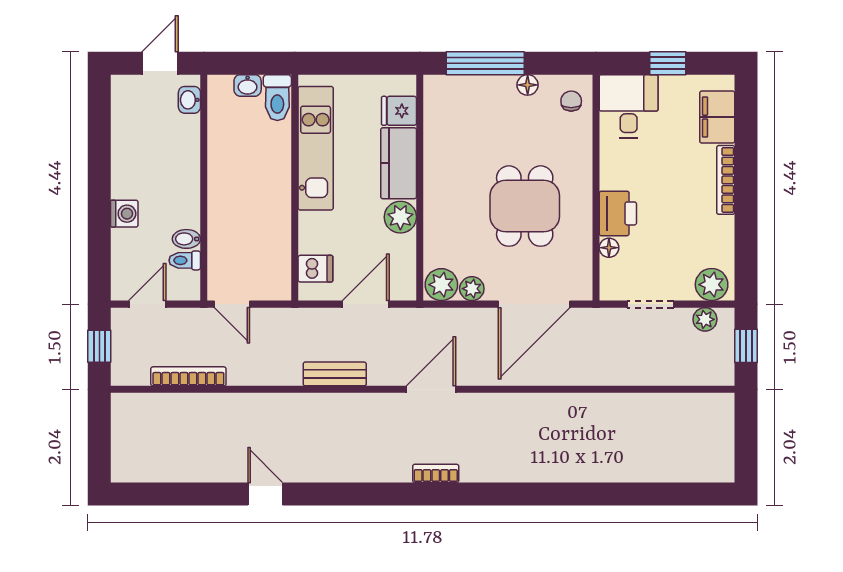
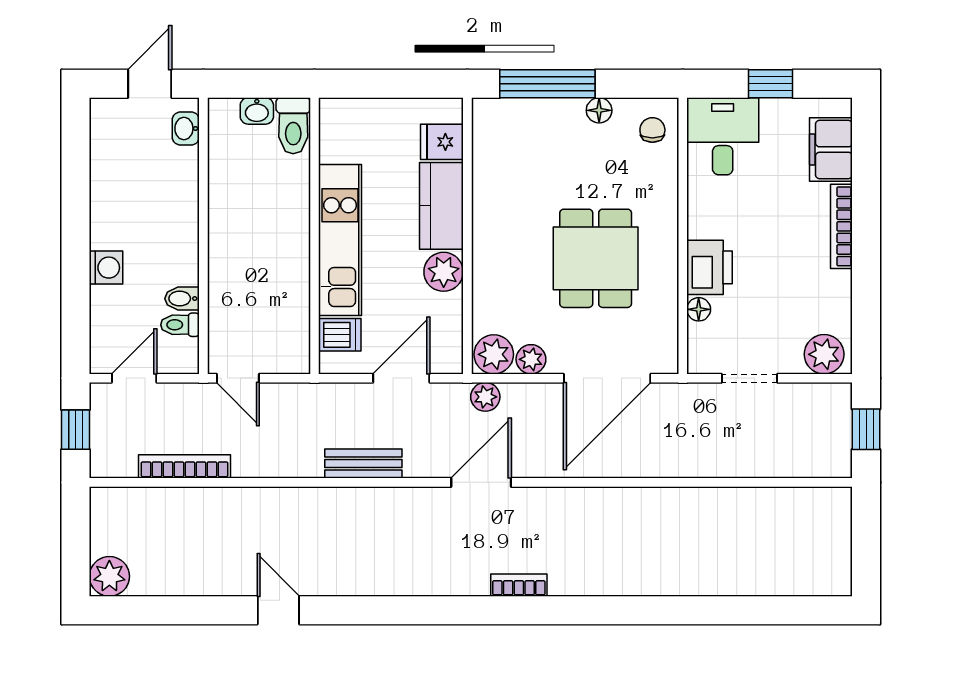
kitchen unit: (316, 148) -> (340, 240), moved
plant: (705, 319) -> (485, 397), moved
plant: (127, 466) -> (109, 576), added
bookcase: (436, 473) -> (519, 585), moved

